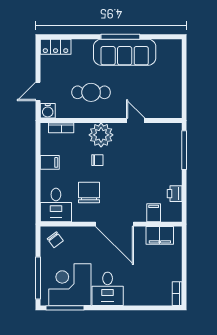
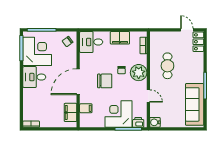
sofa: (125, 52) -> (195, 104), moved
door: (38, 91) -> (187, 30), moved
water cooler: (48, 111) -> (155, 122), moved
door: (136, 121) -> (148, 96), hinge flipped
filing cabinet: (50, 162) -> (120, 38), width x2.00
corner desk: (162, 165) -> (118, 114), added
chair: (89, 193) -> (105, 81), moved
printer: (175, 194) -> (138, 122), moved

